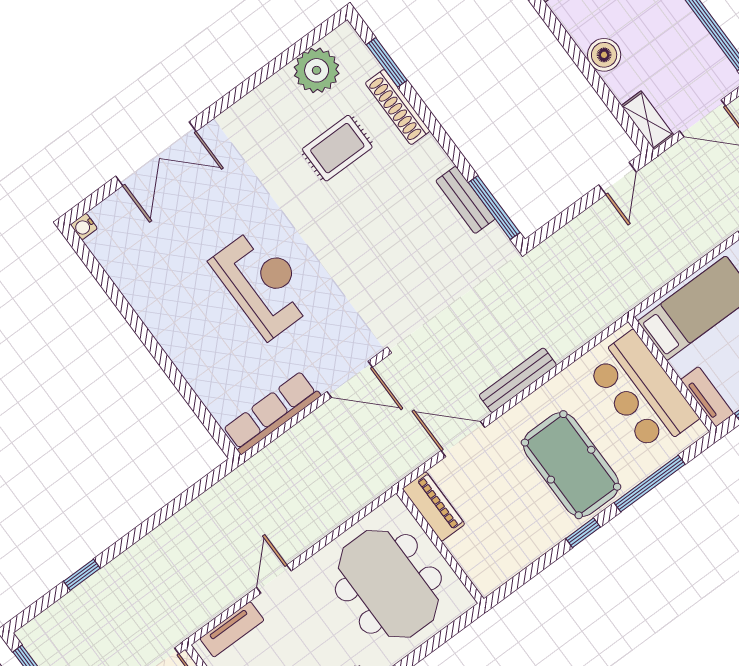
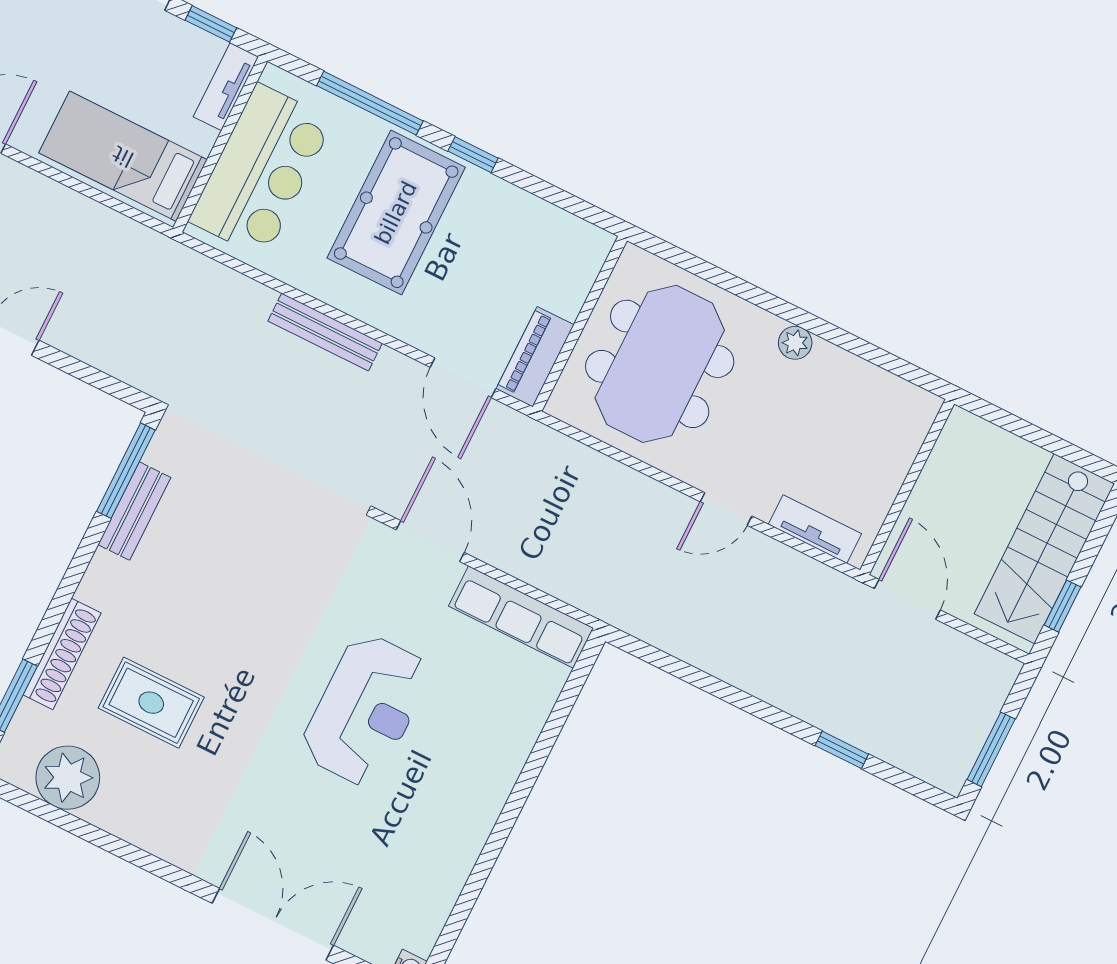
reception desk: (263, 283) -> (366, 710), turned 180
door: (463, 439) -> (463, 378), moved

